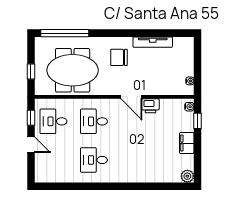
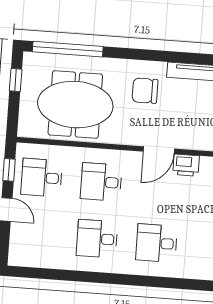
window: (31, 71) -> (16, 80), moved
door: (131, 97) -> (159, 150), hinge flipped
desk: (134, 160) -> (157, 243), added

